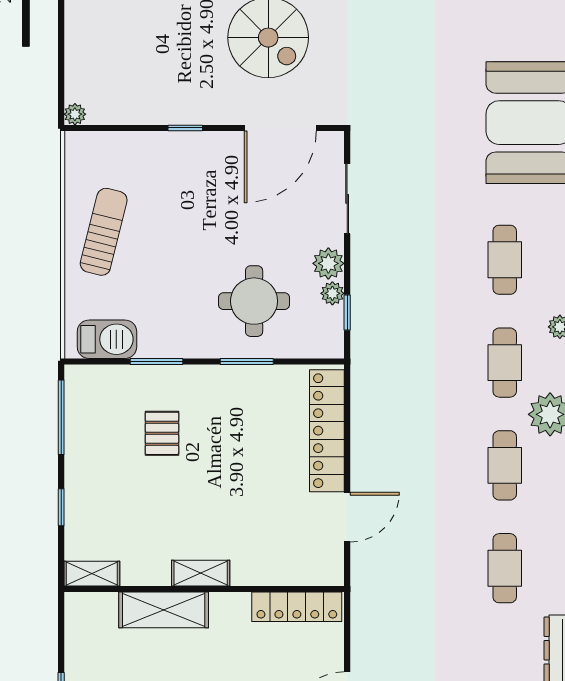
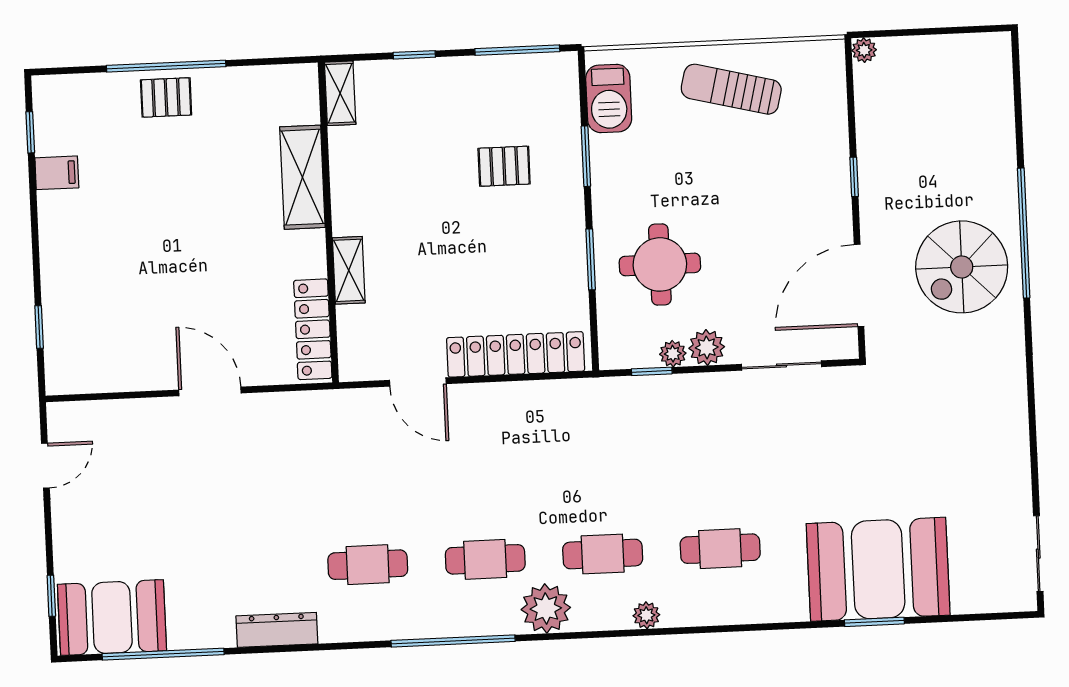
door: (280, 128) -> (859, 285), hinge flipped
sun lounger: (104, 232) -> (731, 89), turned 180
shelving: (201, 573) -> (349, 270), moved

